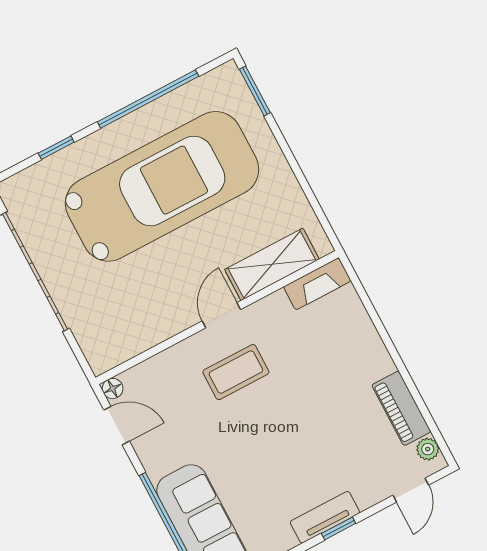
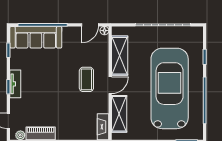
car: (162, 186) -> (170, 88), turned 180
door: (221, 315) -> (110, 85), hinge flipped
shelving: (149, 328) -> (120, 56), added

